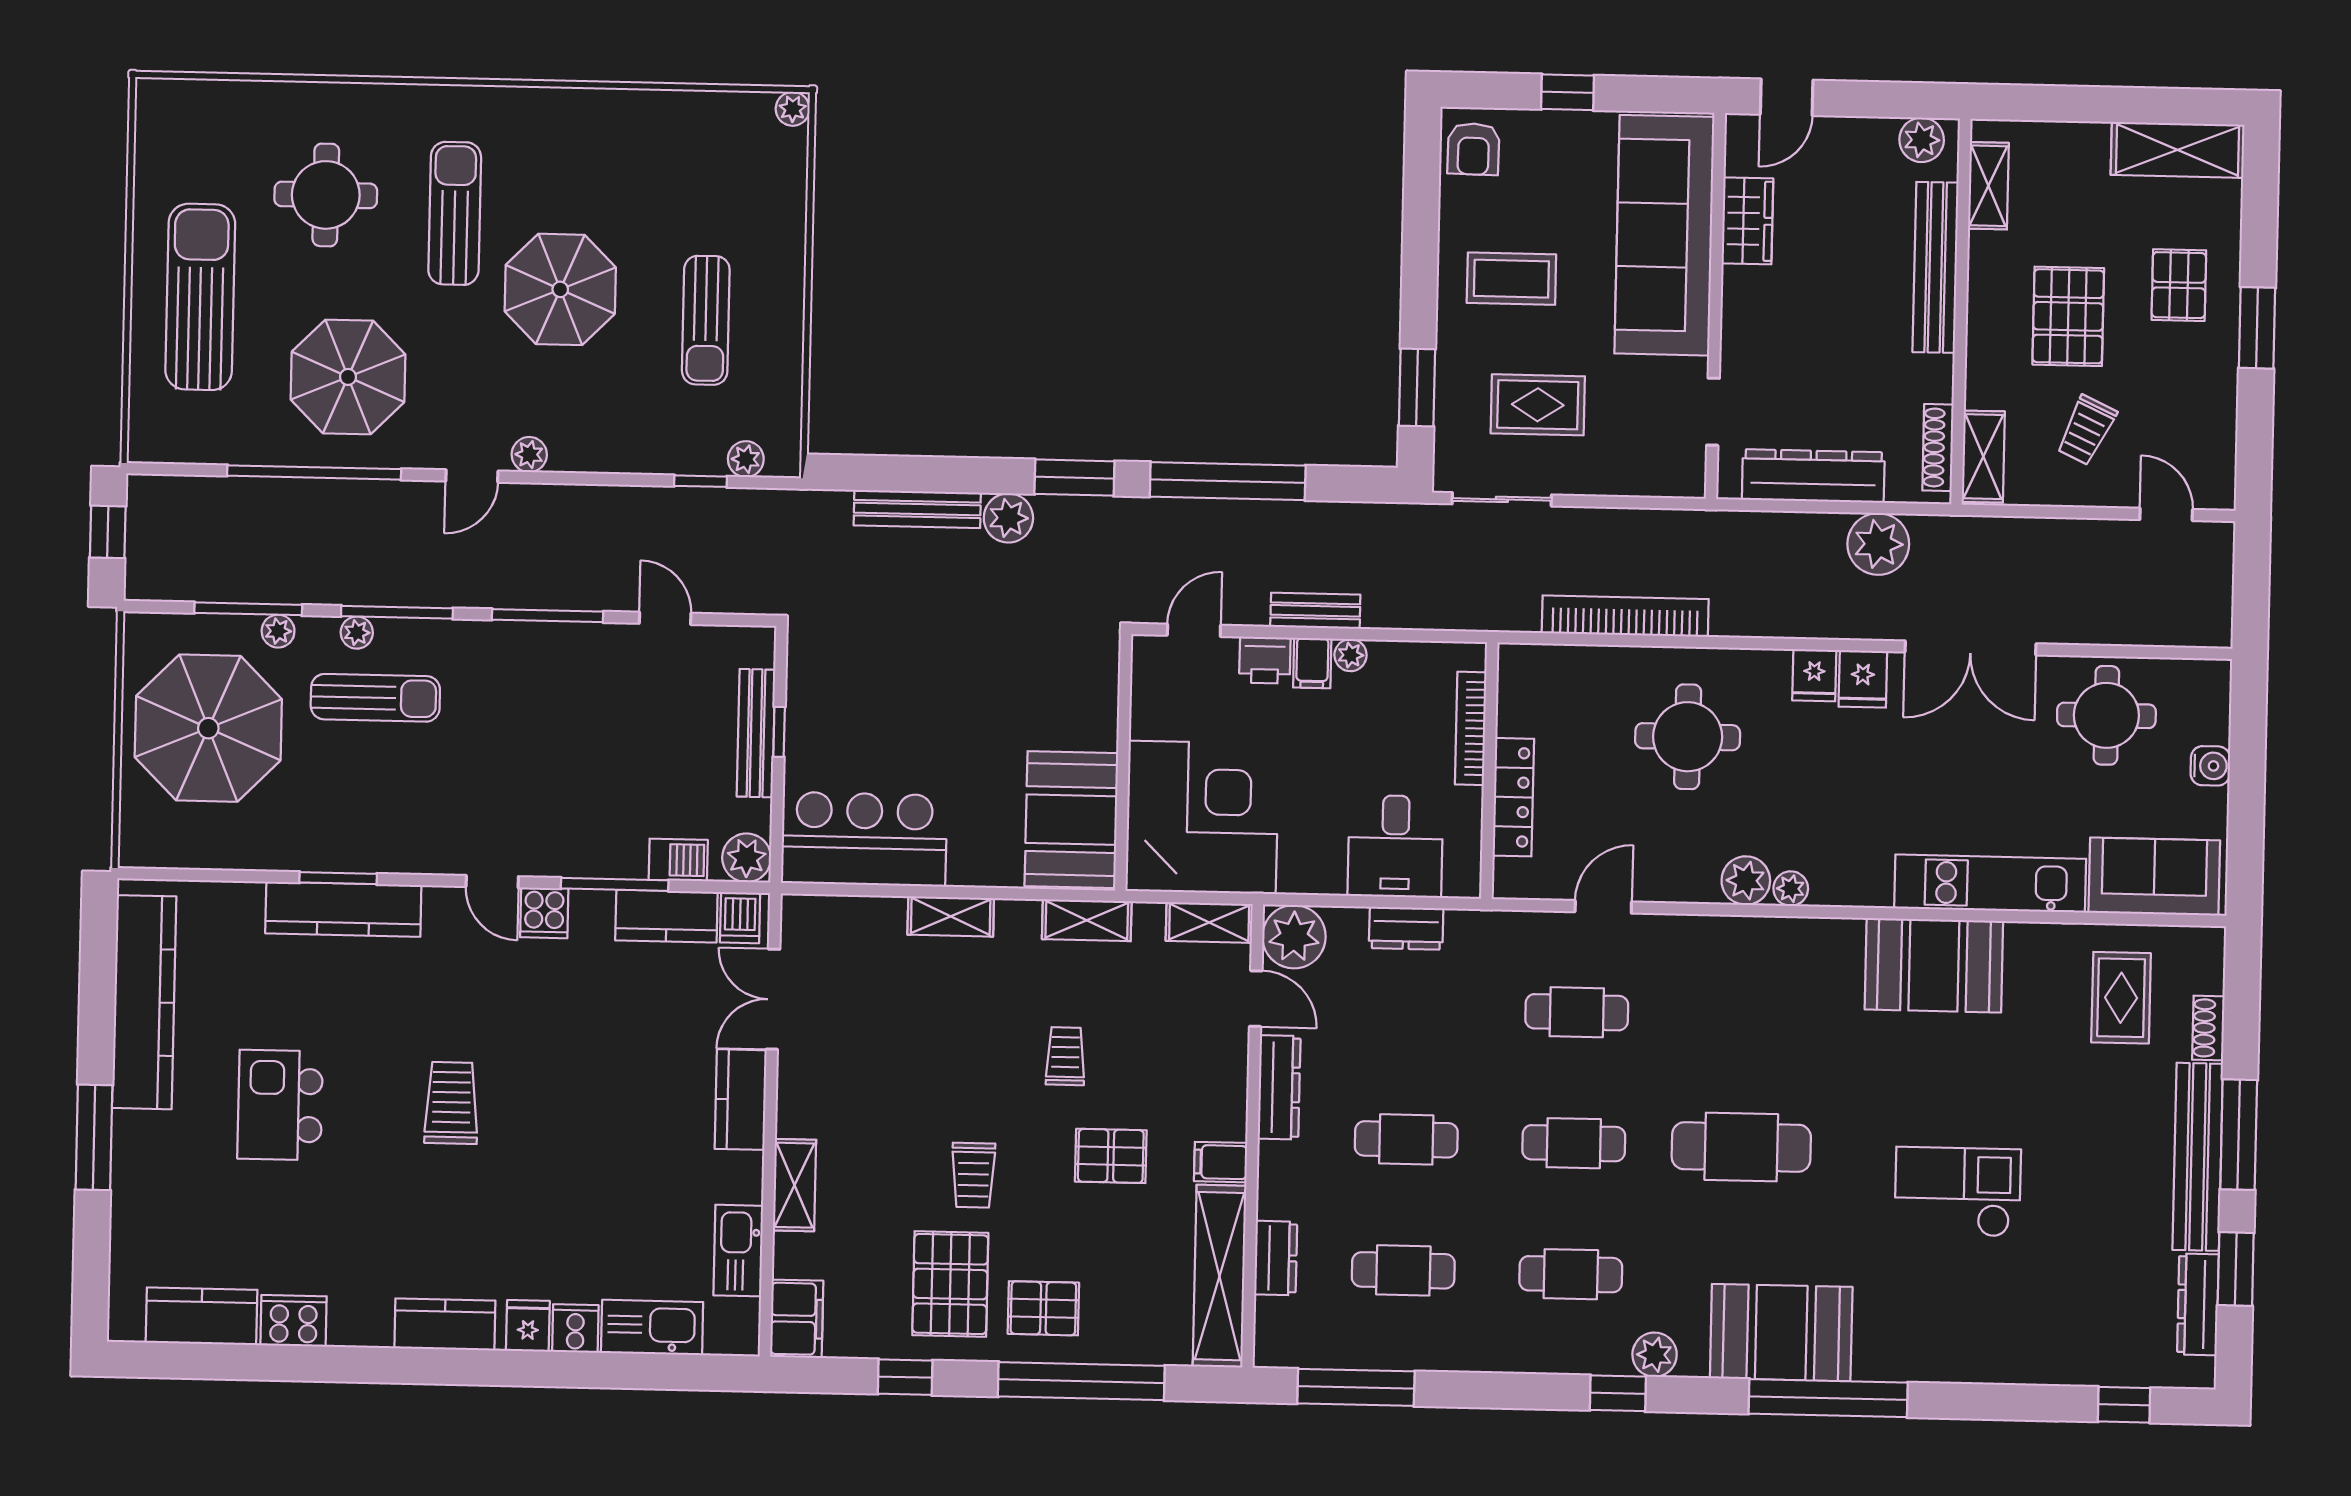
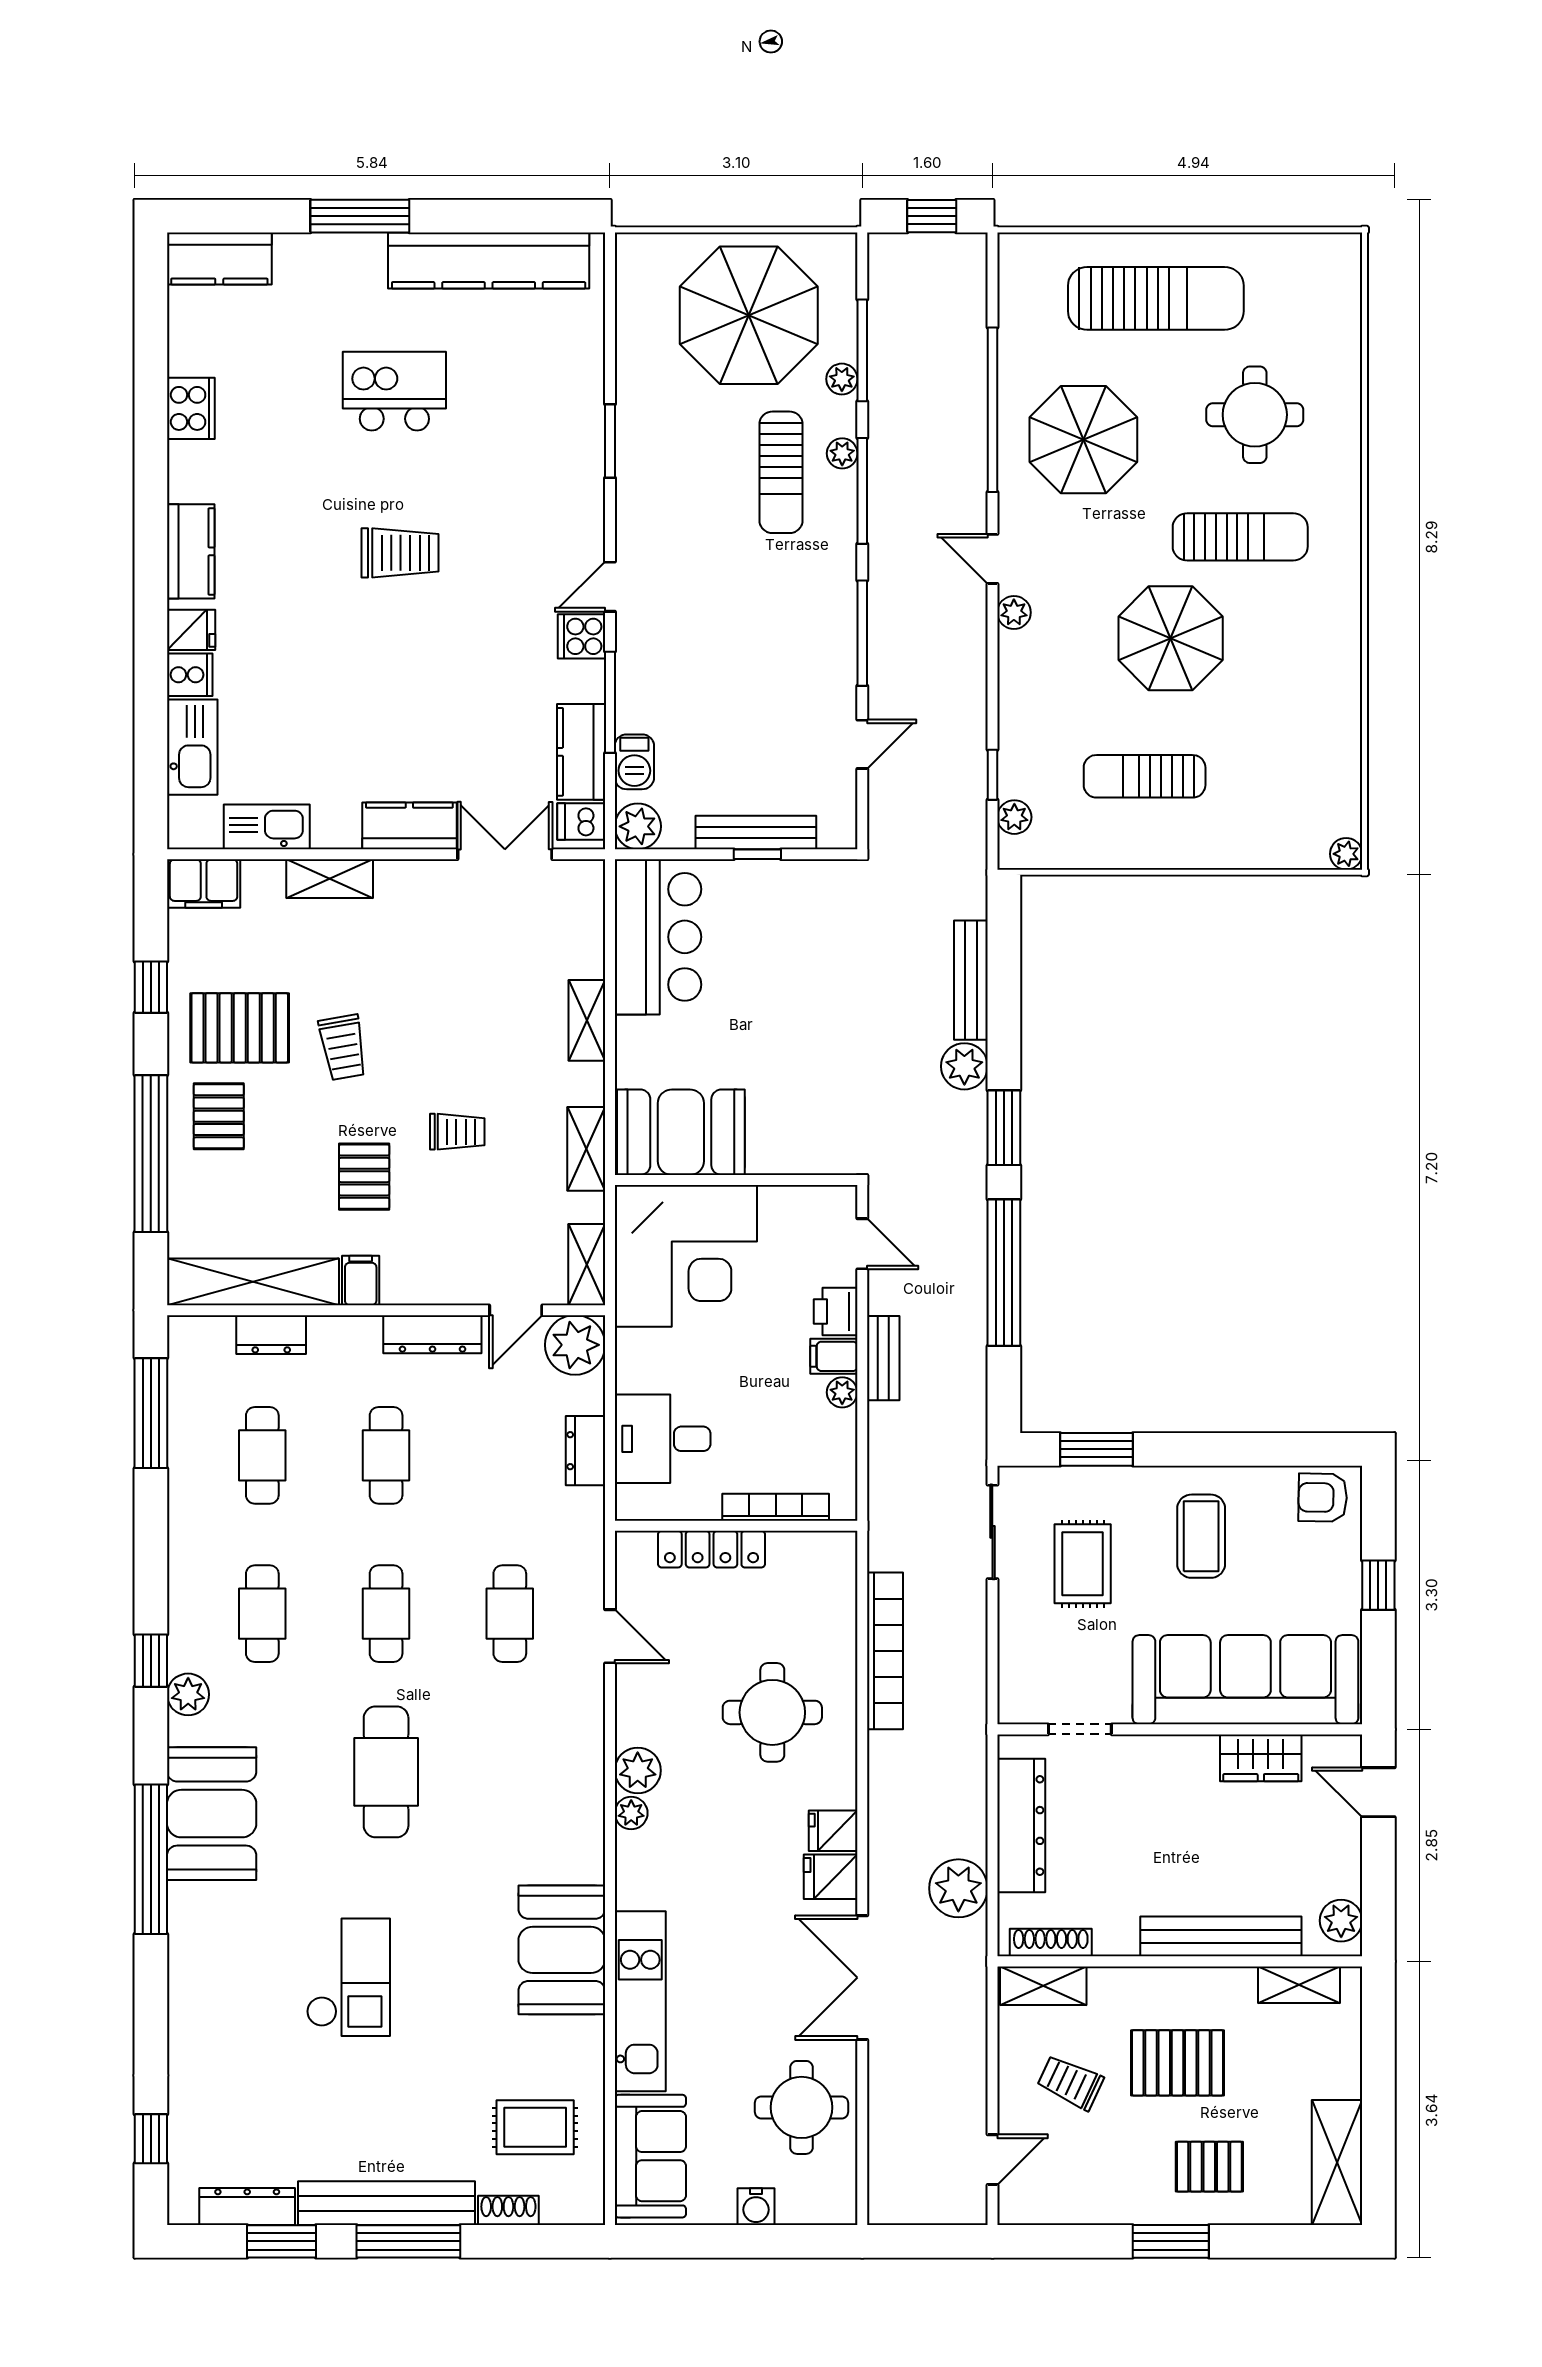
kitchen counter: (343, 909) -> (581, 447), removed
trolley: (973, 1175) -> (343, 1047), turned -100
kitchen counter: (202, 1316) -> (219, 258), moved, turned 90

